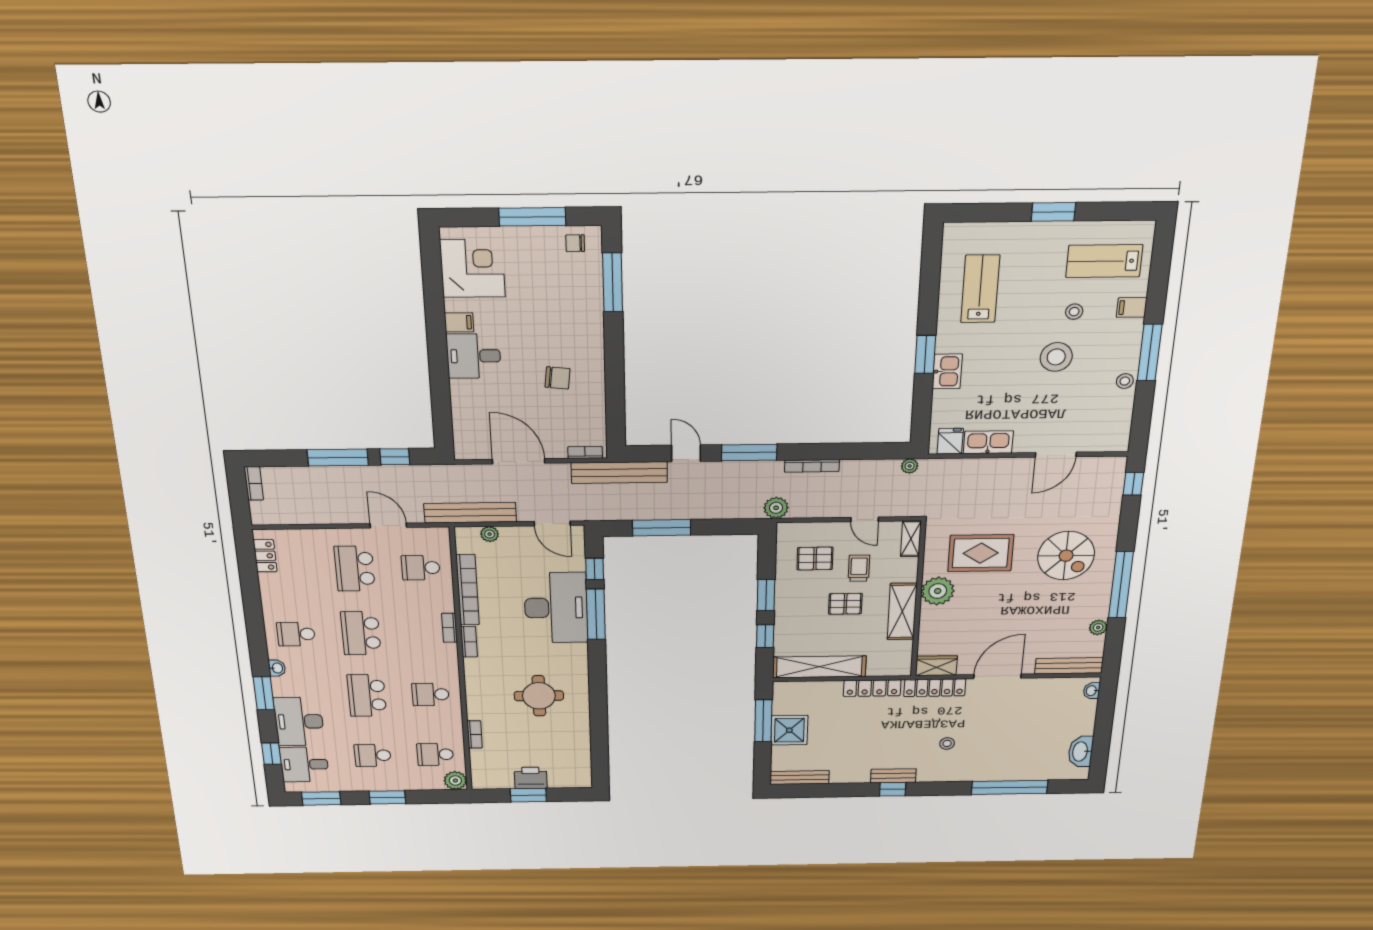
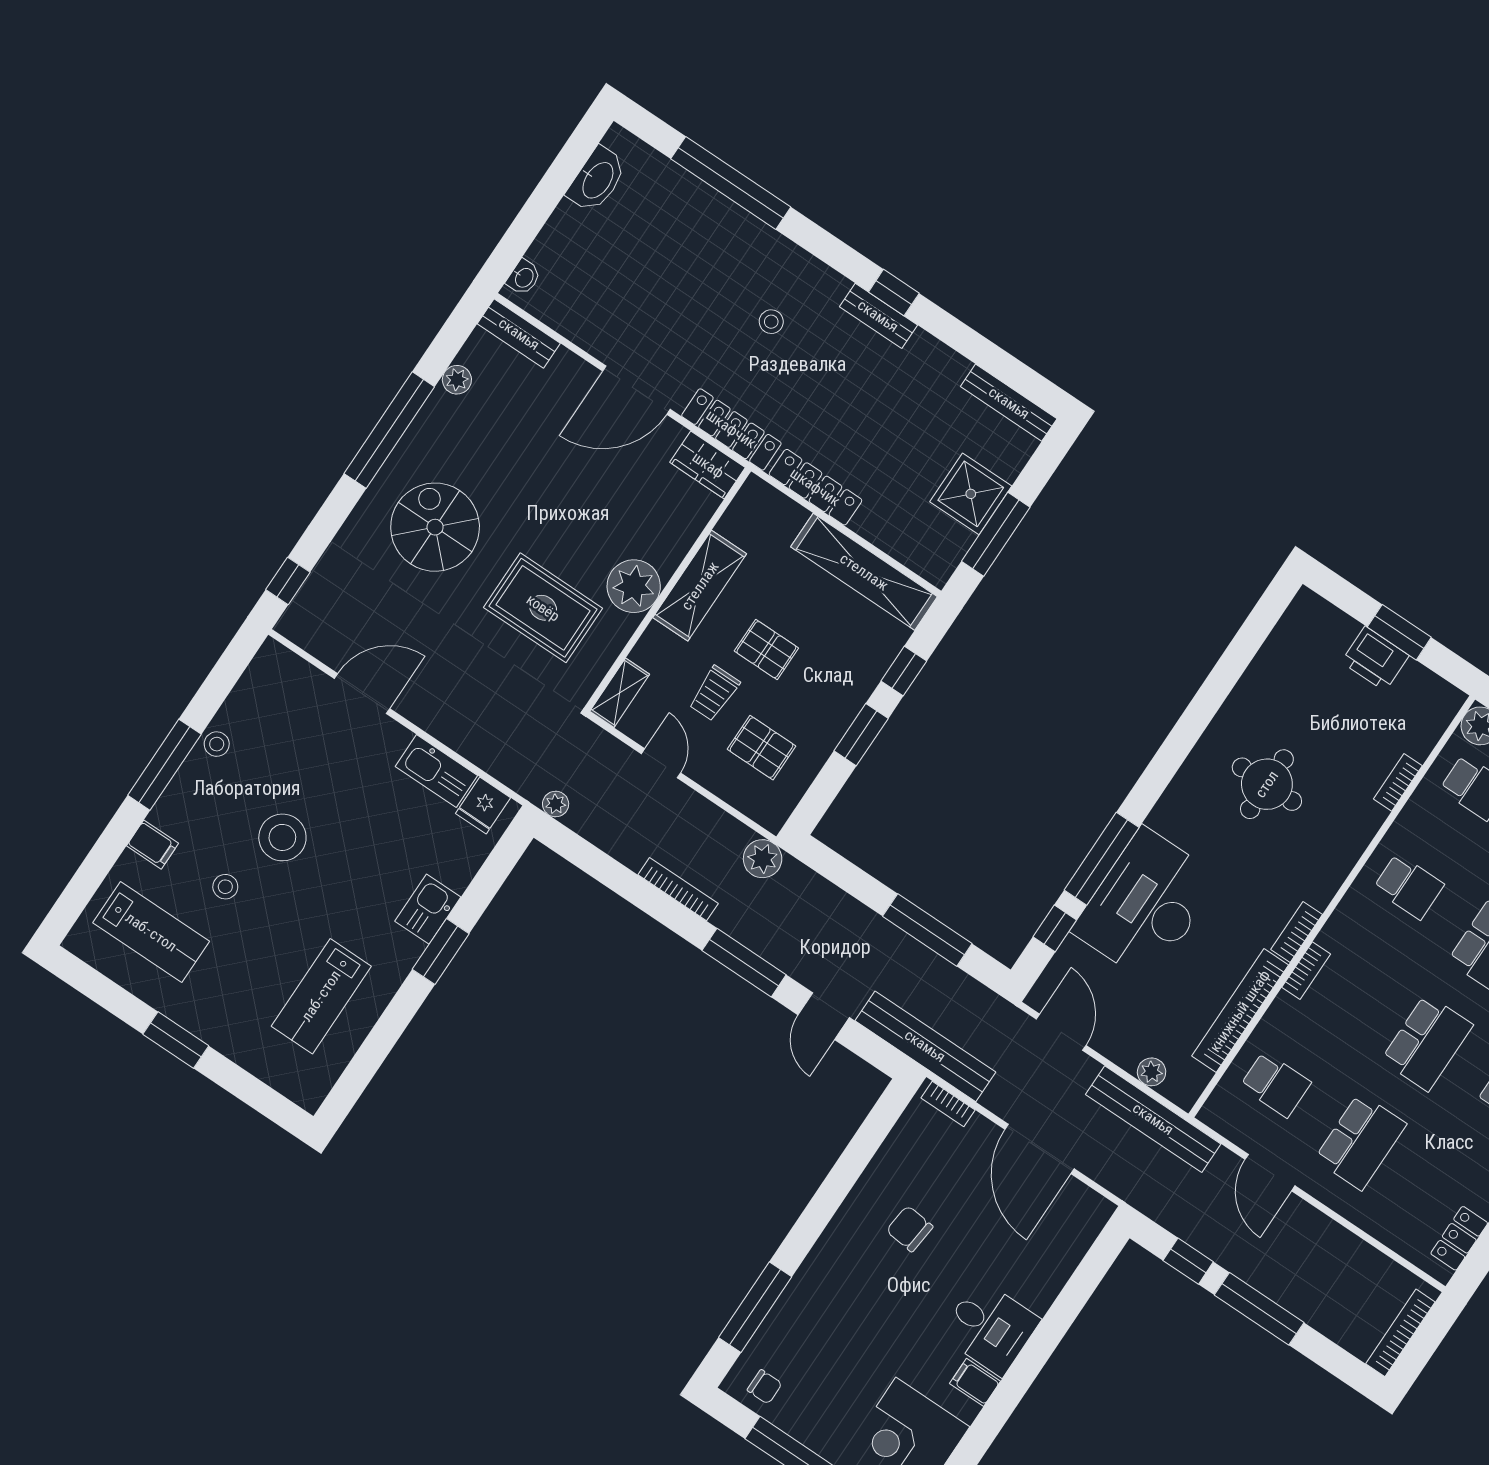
bookcase: (254, 483) -> (1400, 1333), width x1.56
bench: (1069, 666) -> (519, 334), width x0.73

